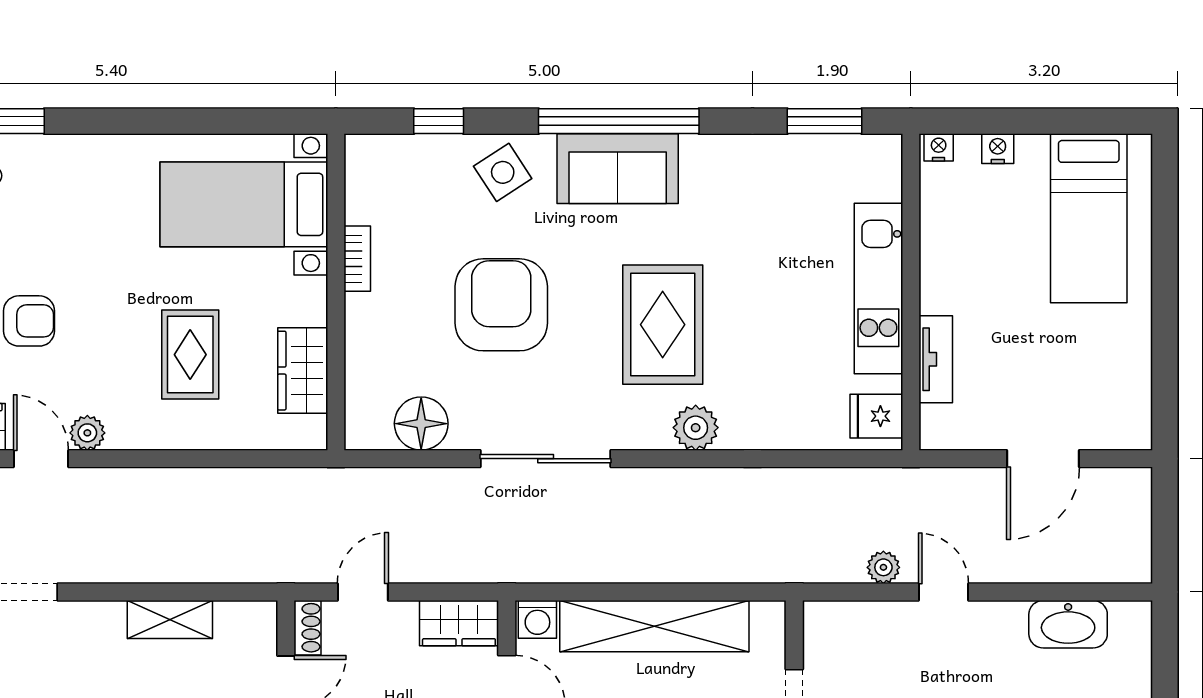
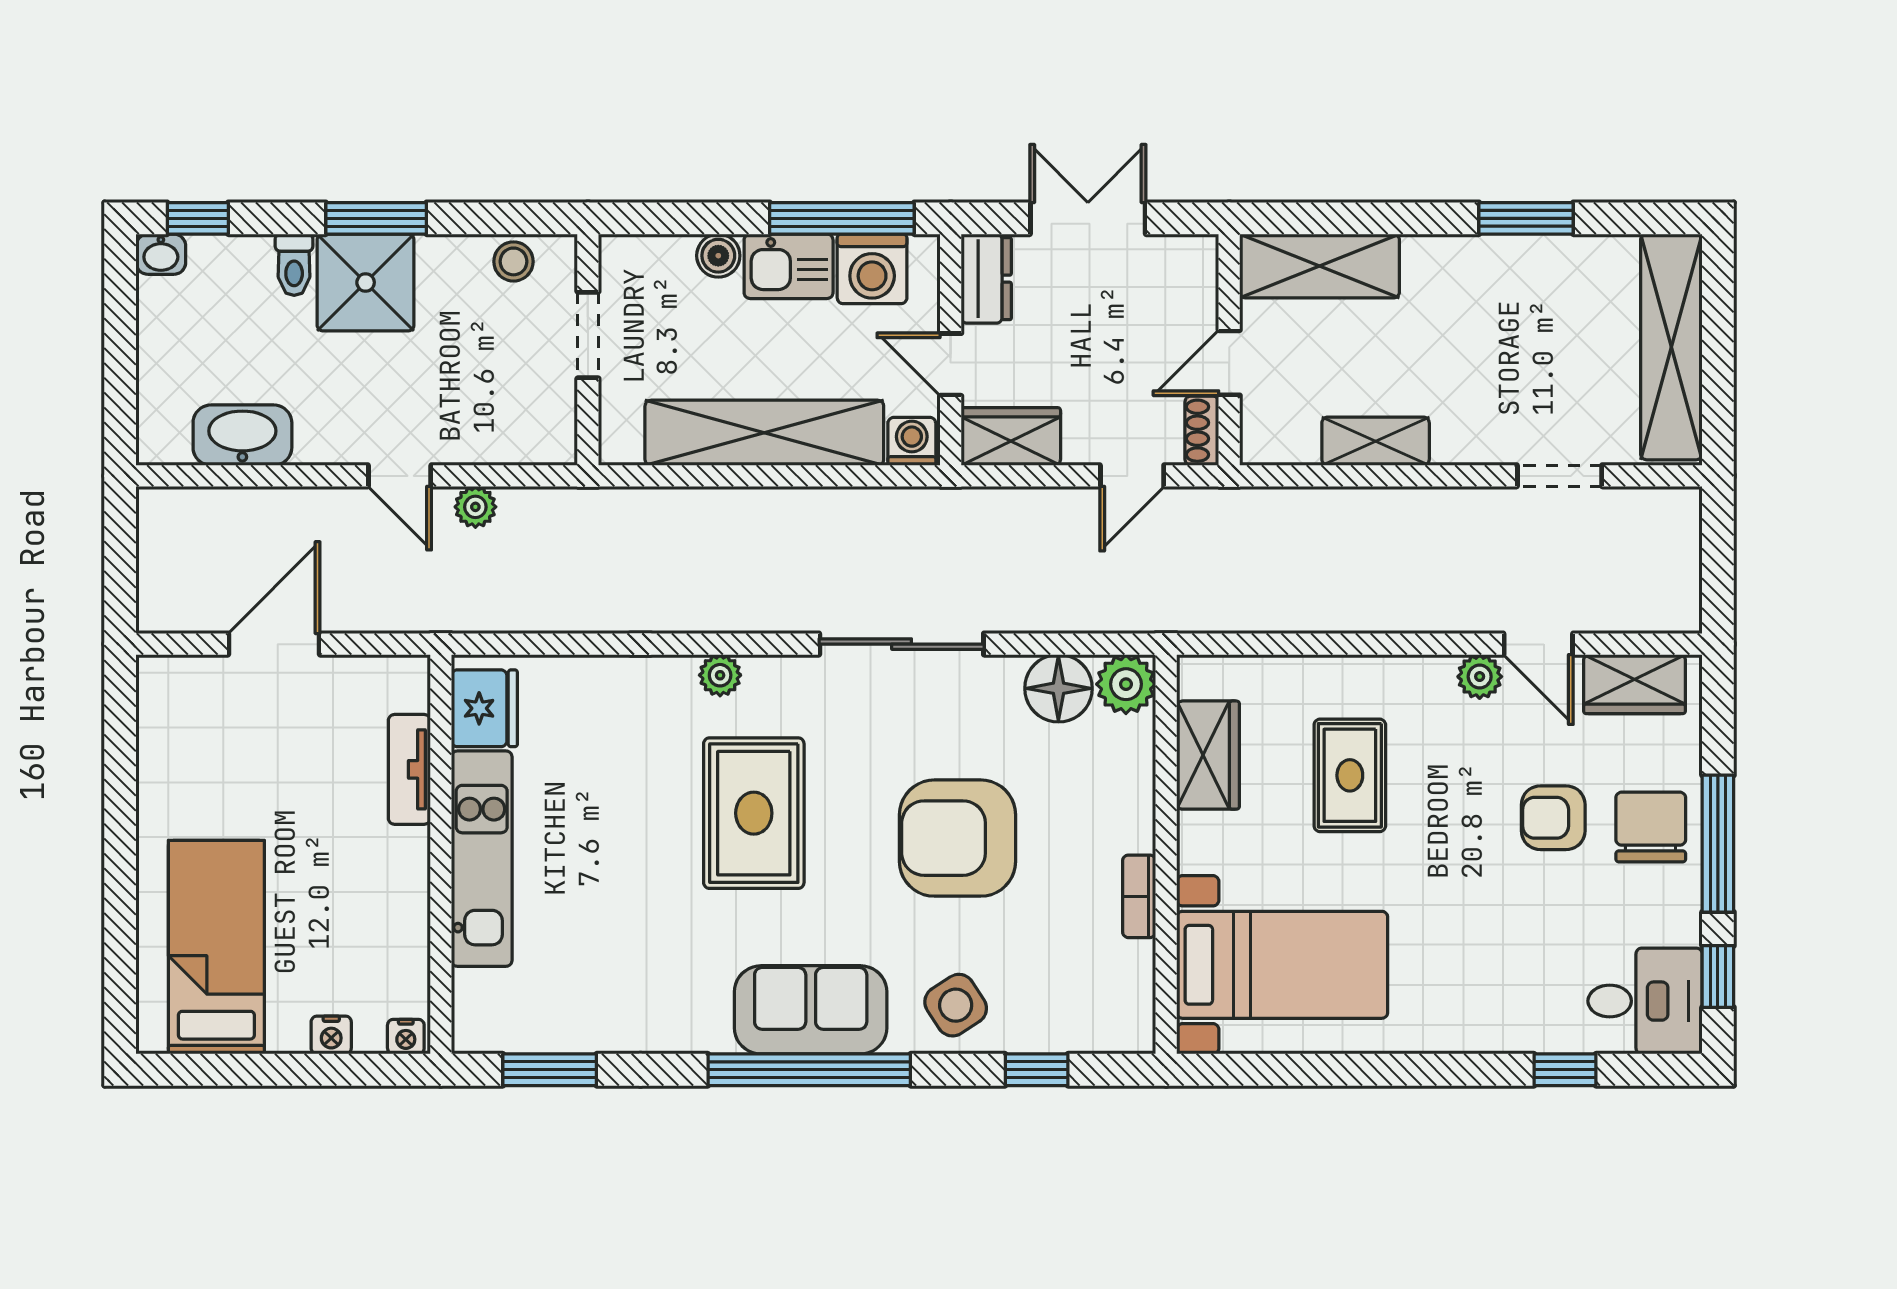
armchair: (501, 305) -> (958, 838), turned 90
fridge: (876, 416) -> (484, 708), width x1.38
plant: (368, 427) -> (1126, 684), added
plant: (696, 428) -> (720, 675), width x0.73, depth x0.73

